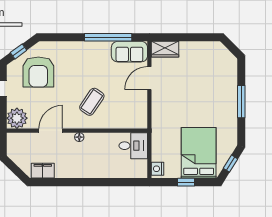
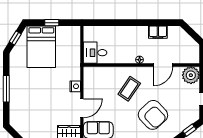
armchair: (38, 72) -> (153, 115), moved, turned 137
nightstand: (157, 169) -> (75, 86), moved
filing cabinet: (43, 171) -> (158, 32), moved

